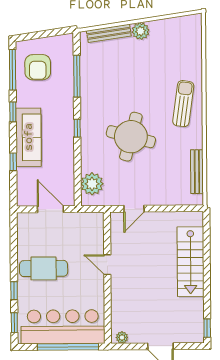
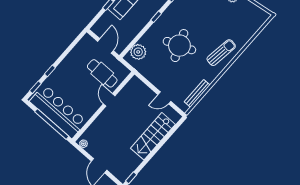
round table: (131, 137) -> (179, 46), turned -37
door: (134, 209) -> (164, 98), moved
cafe table: (44, 268) -> (102, 73), moved

